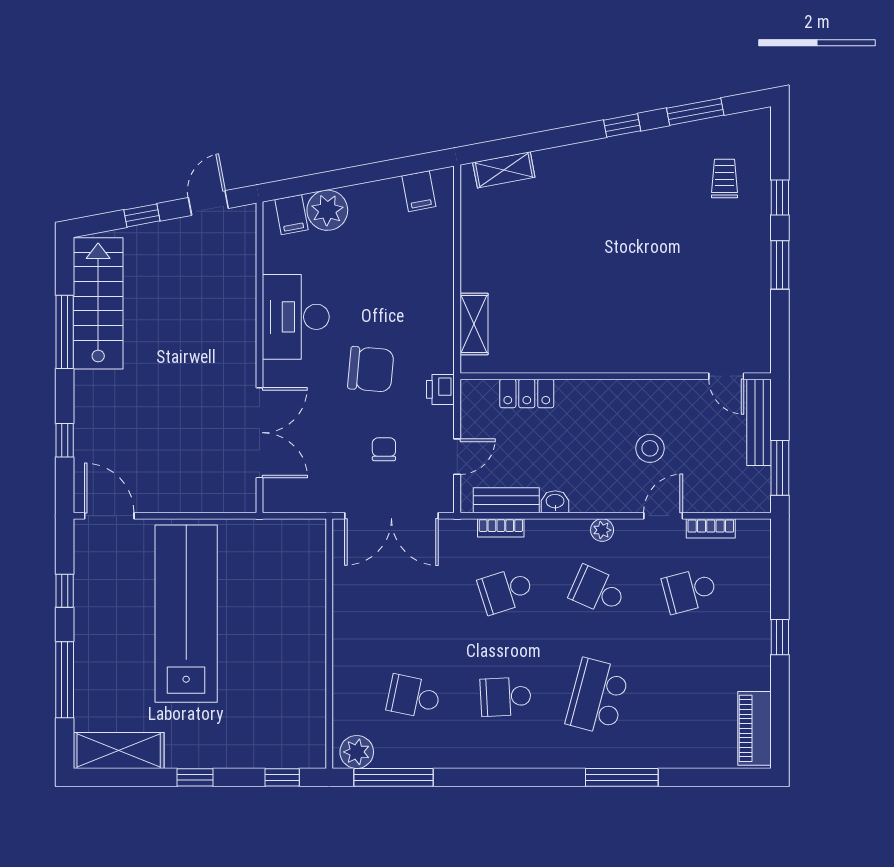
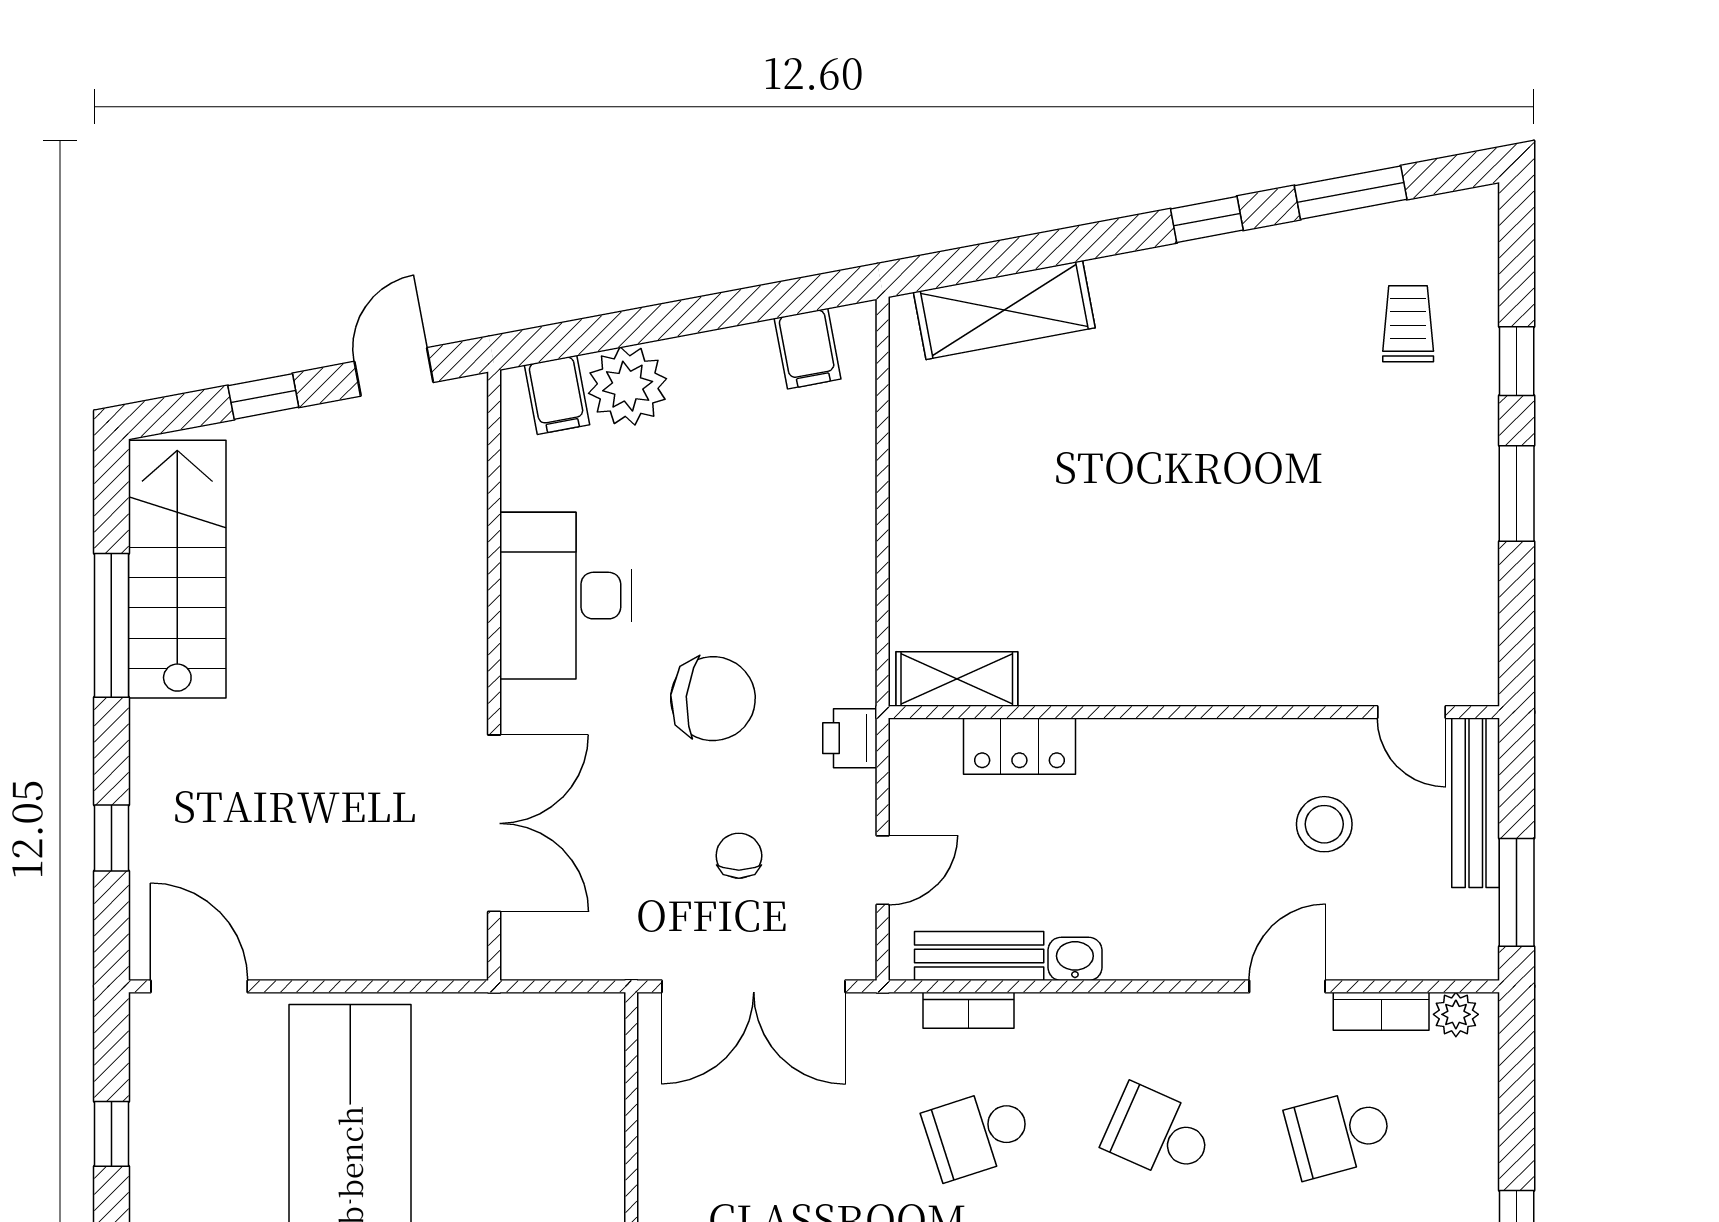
shelving: (504, 170) -> (1004, 310), width x1.50, depth x1.33
shelving: (474, 324) -> (957, 679), moved, turned 90
stool: (650, 448) -> (1324, 824), moved
plant: (602, 530) -> (1456, 1014), moved

